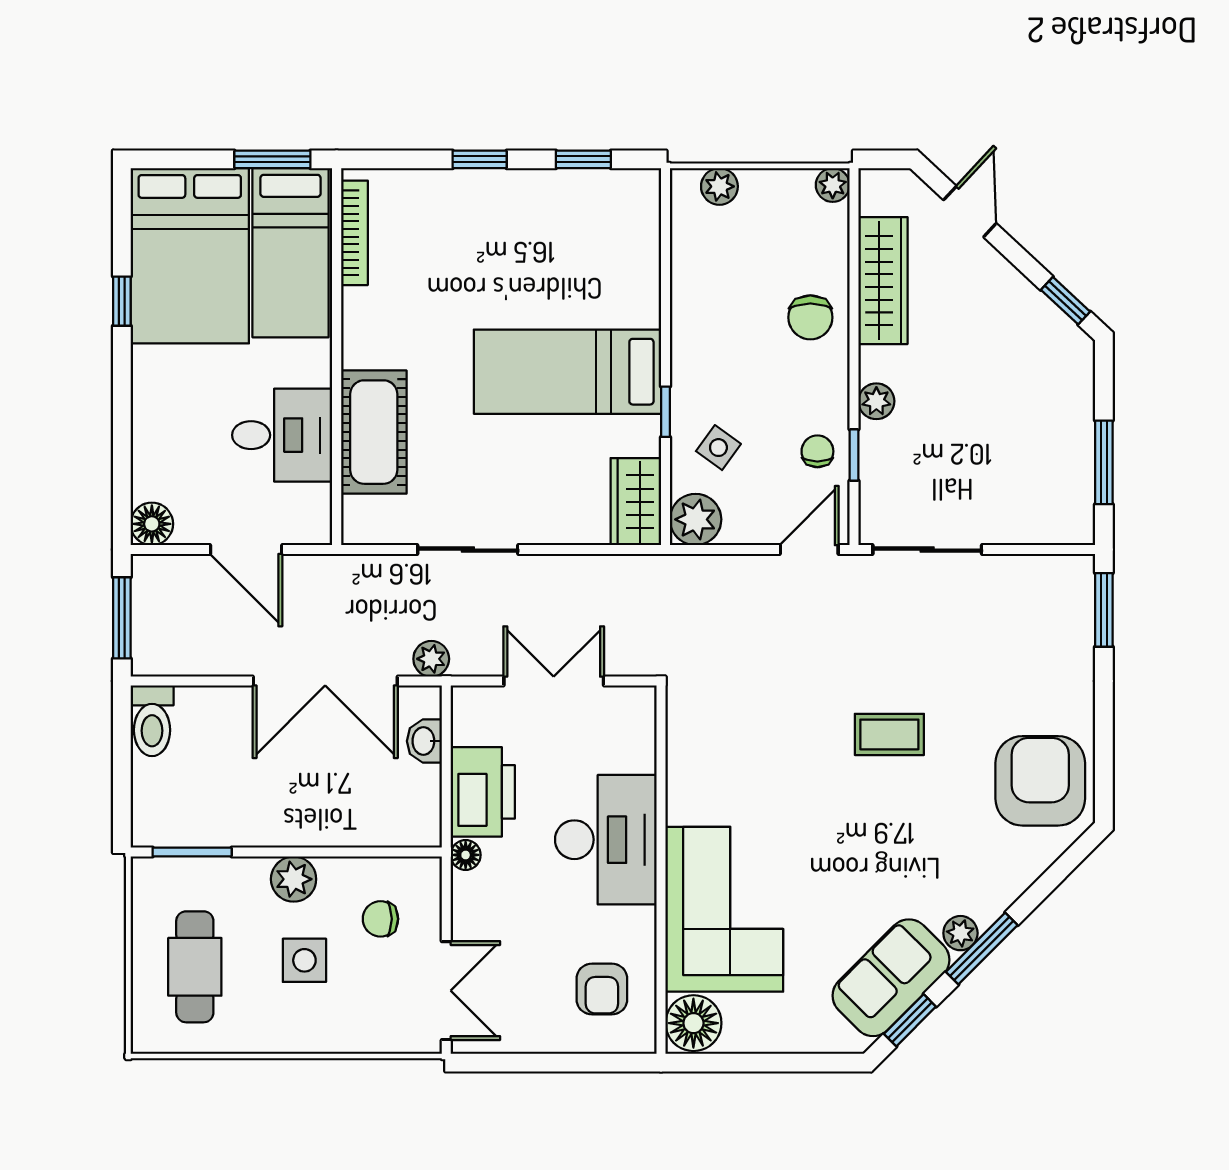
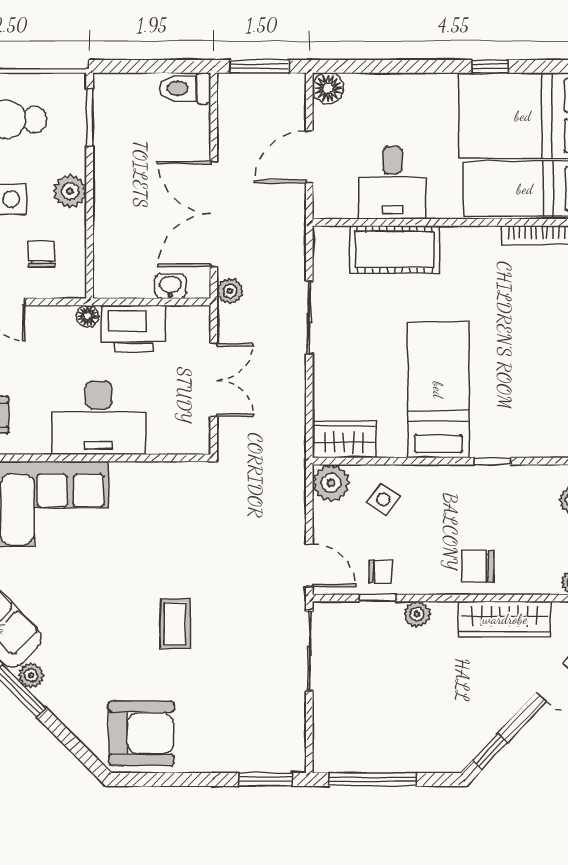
window: (665, 412) -> (492, 461), moved
window: (1104, 462) -> (373, 779), width x1.44

